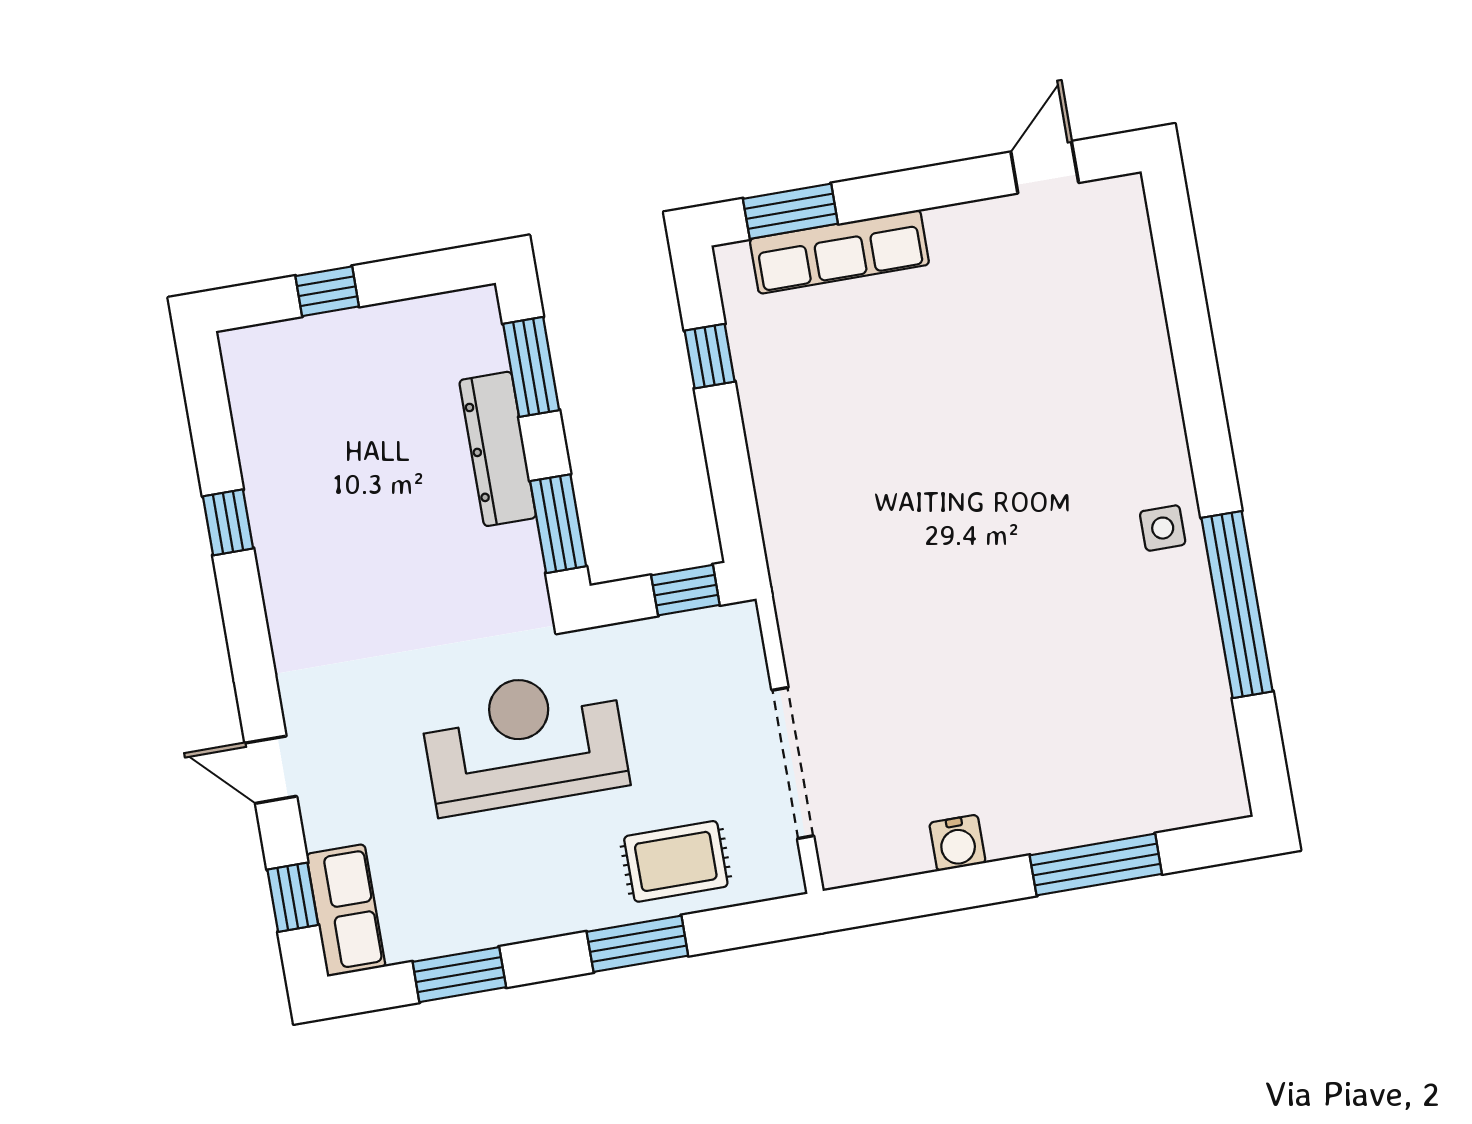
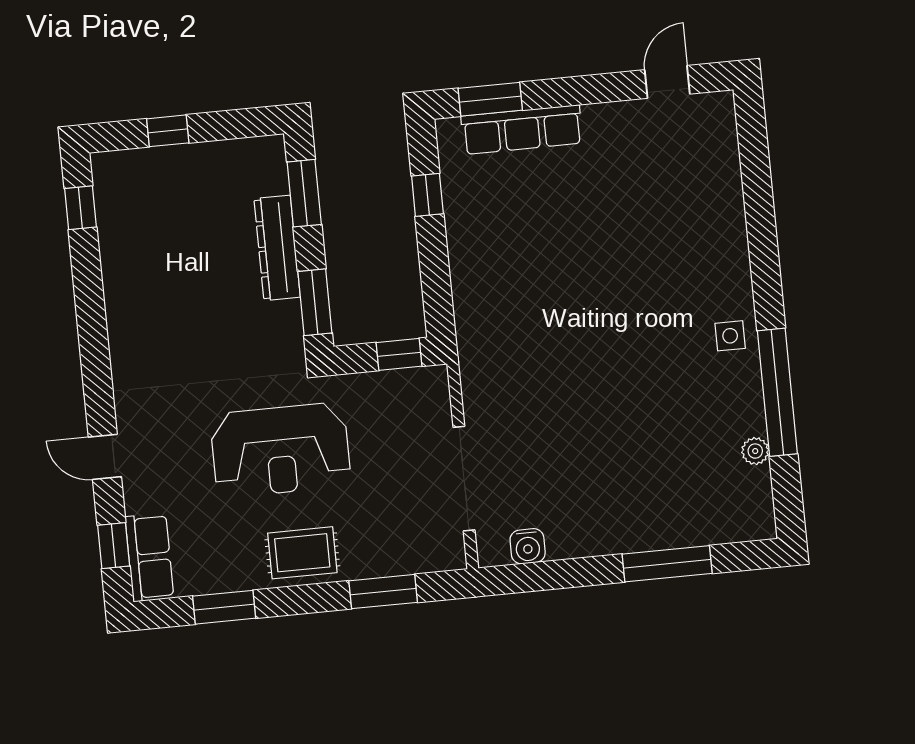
window: (228, 522) -> (80, 208), moved
plant: (1211, 692) -> (755, 451), added
reception desk: (524, 741) -> (280, 450), turned 180
water cooler: (957, 843) -> (528, 546), moved
rug: (676, 861) -> (302, 553), moved
window: (637, 944) -> (383, 592), moved

